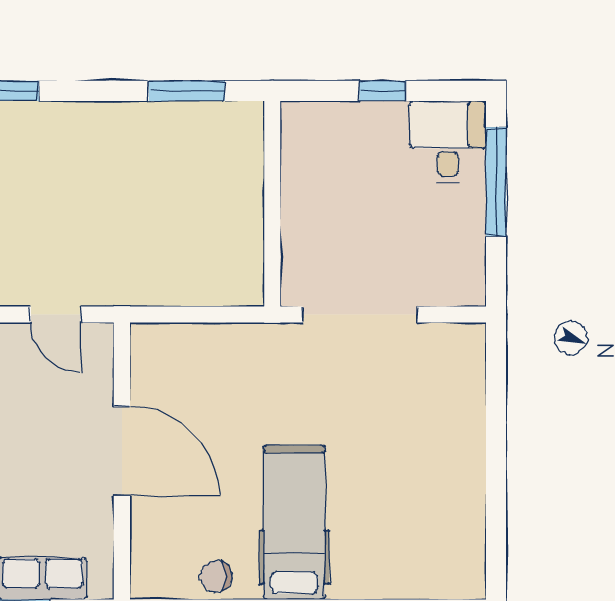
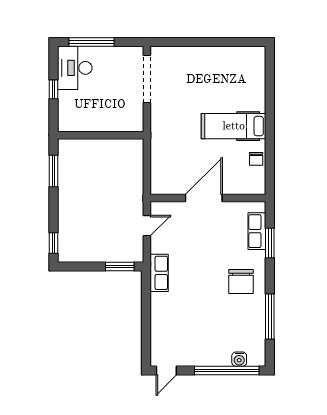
desk: (448, 142) -> (75, 68), width x1.37
doorway: (360, 315) -> (147, 79), moved

